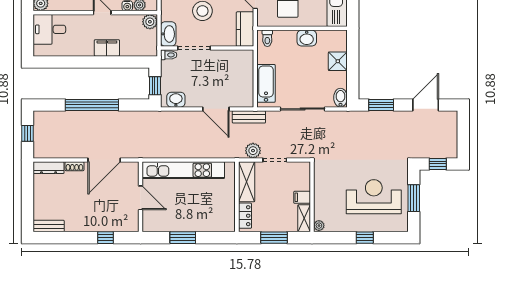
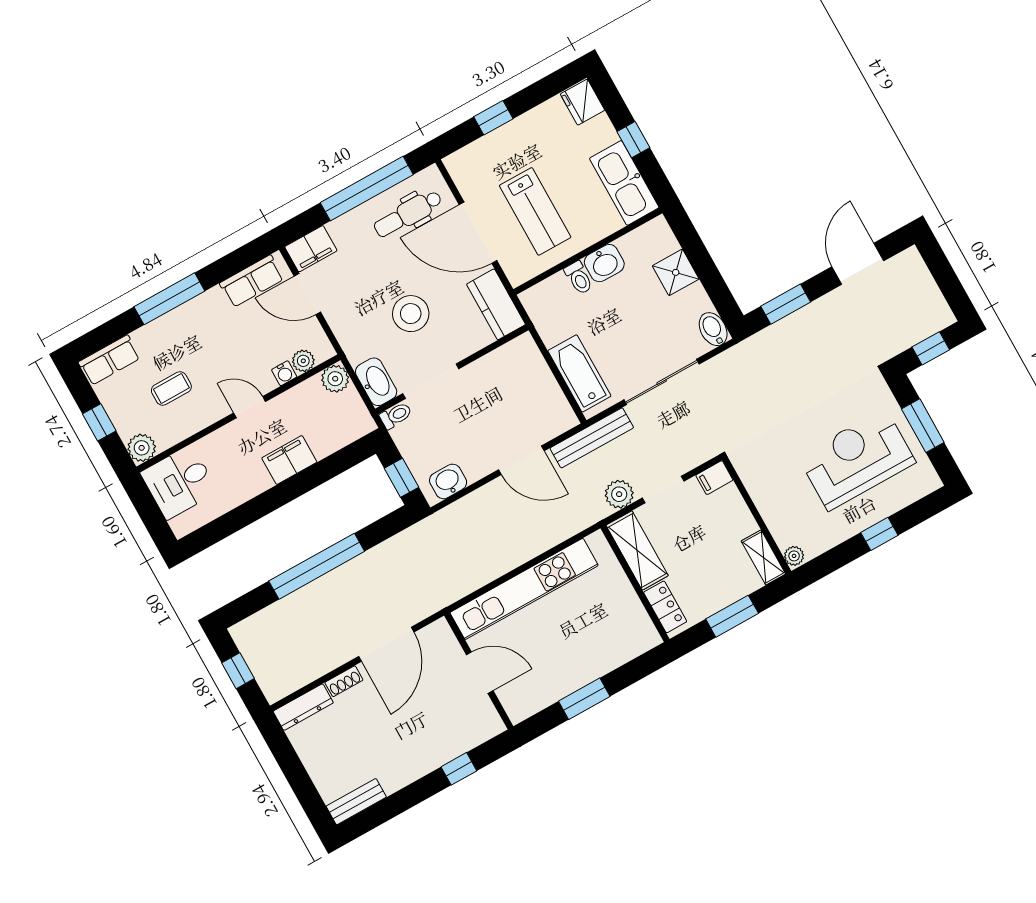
toilet: (267, 38) -> (579, 278), moved
bench: (249, 117) -> (592, 438), width x1.36
filing cabinet: (302, 197) -> (714, 478), moved

